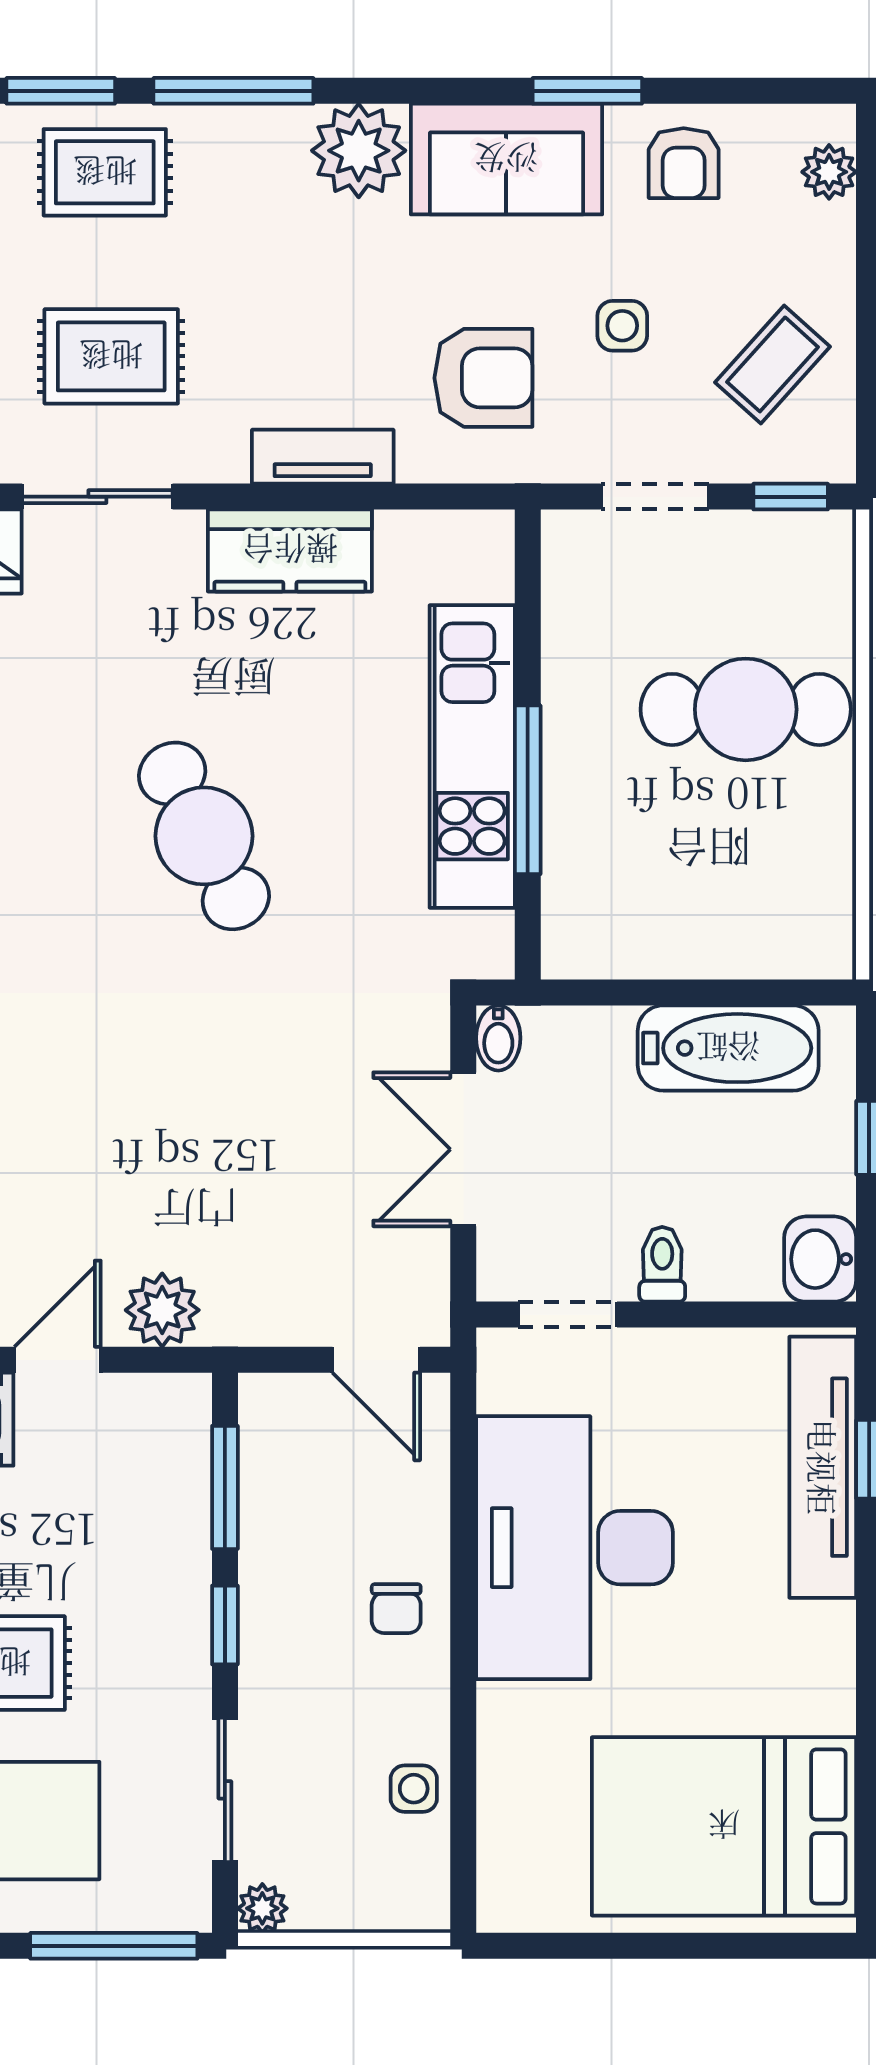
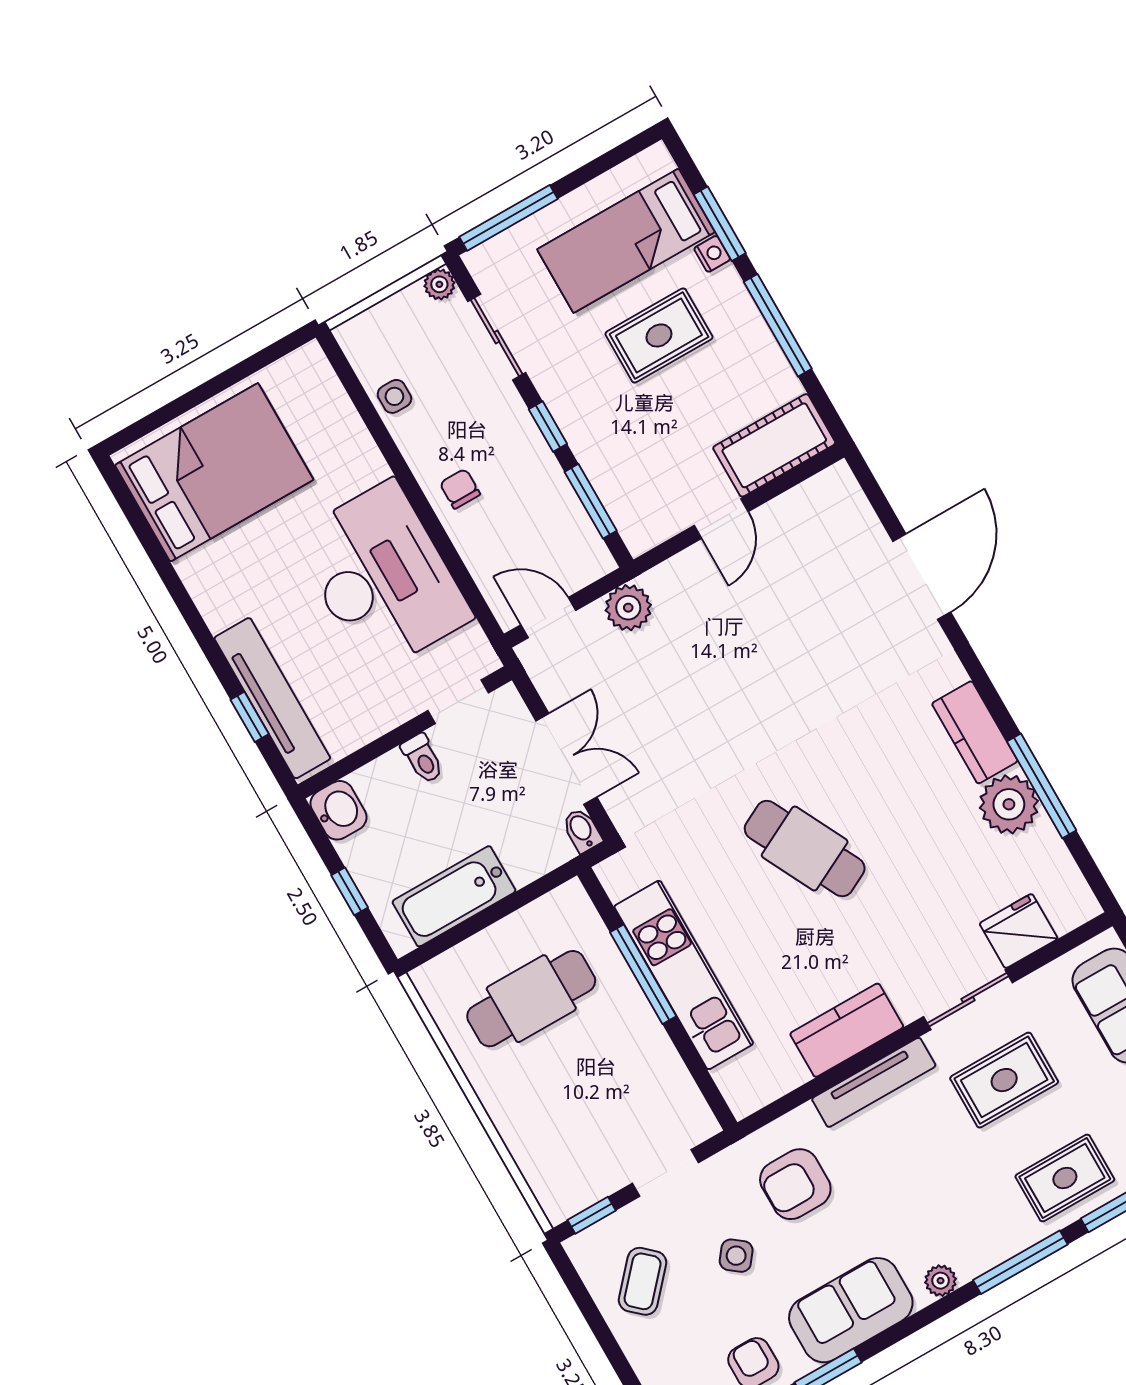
plant: (359, 151) -> (941, 1281), width x0.53, depth x0.53
side table: (622, 326) -> (736, 1256), turned 38
tv unit: (323, 457) -> (874, 1082), width x1.41
cafe table: (746, 709) -> (531, 999), moved
plant: (162, 1310) -> (628, 608), moved

